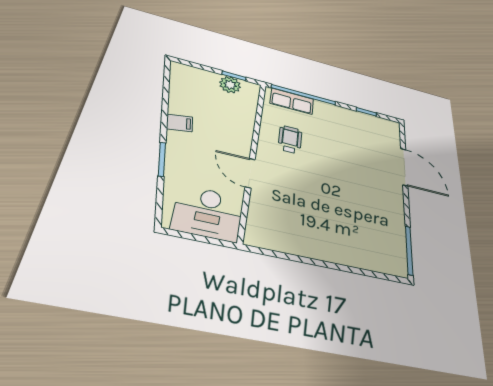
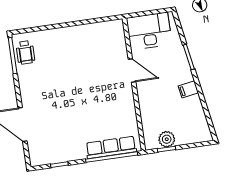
row of seats: (292, 101) -> (111, 147), width x1.48
wheelchair: (290, 140) -> (25, 52), moved

